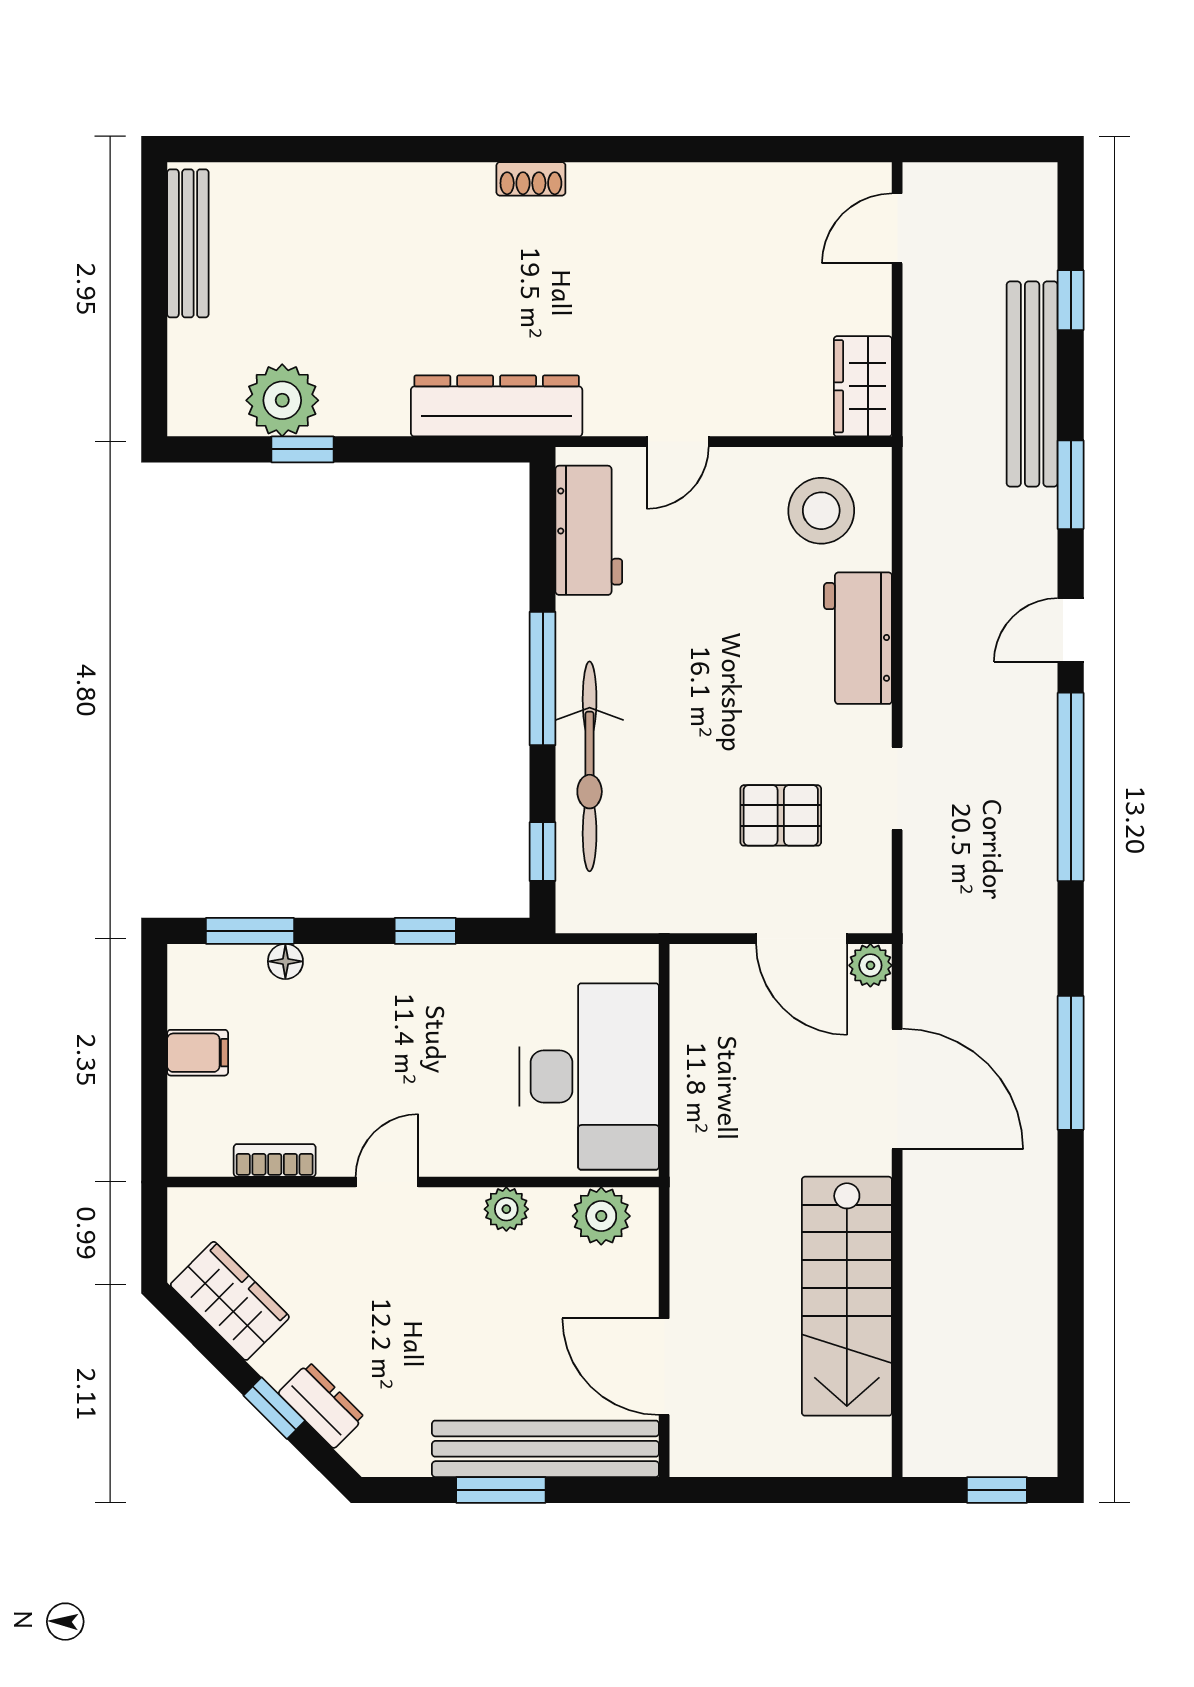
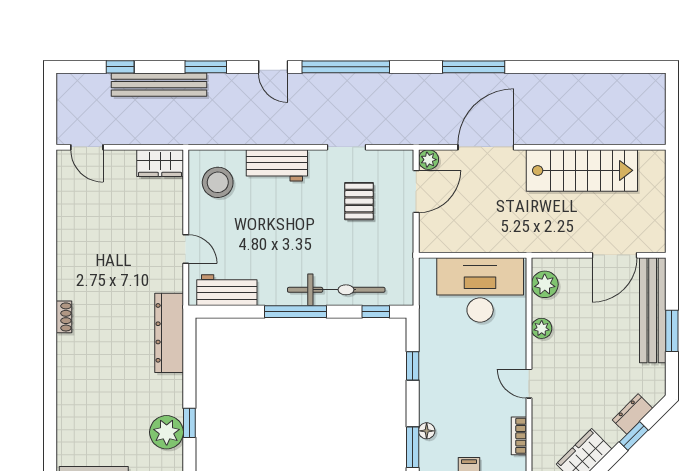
window: (997, 1490) -> (672, 101), removed

